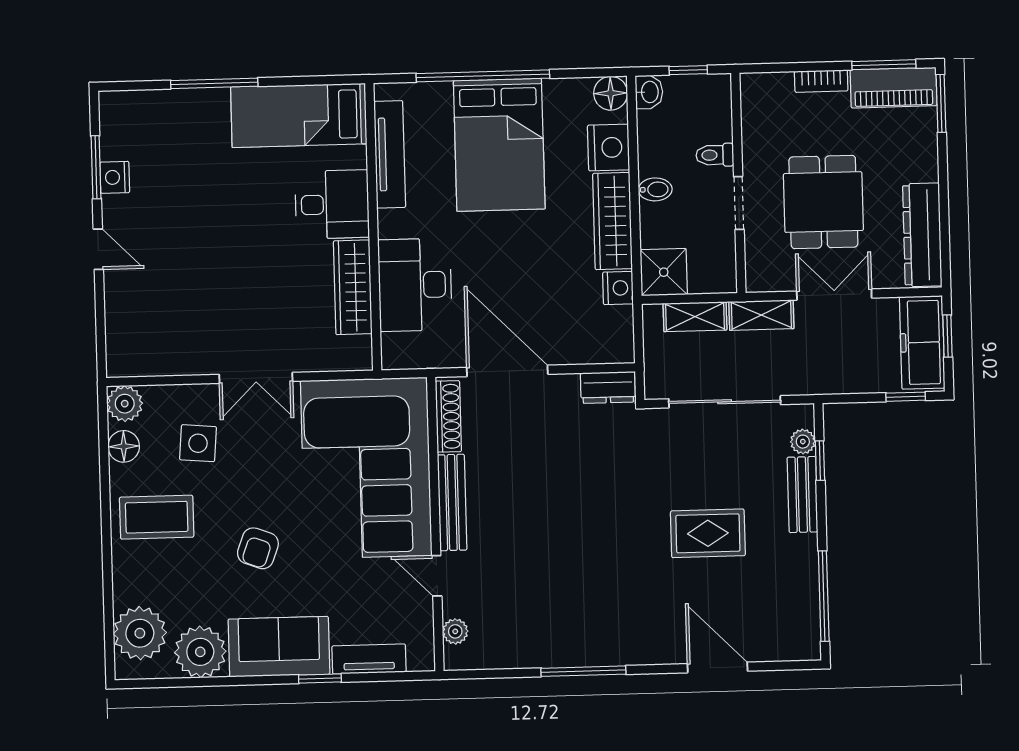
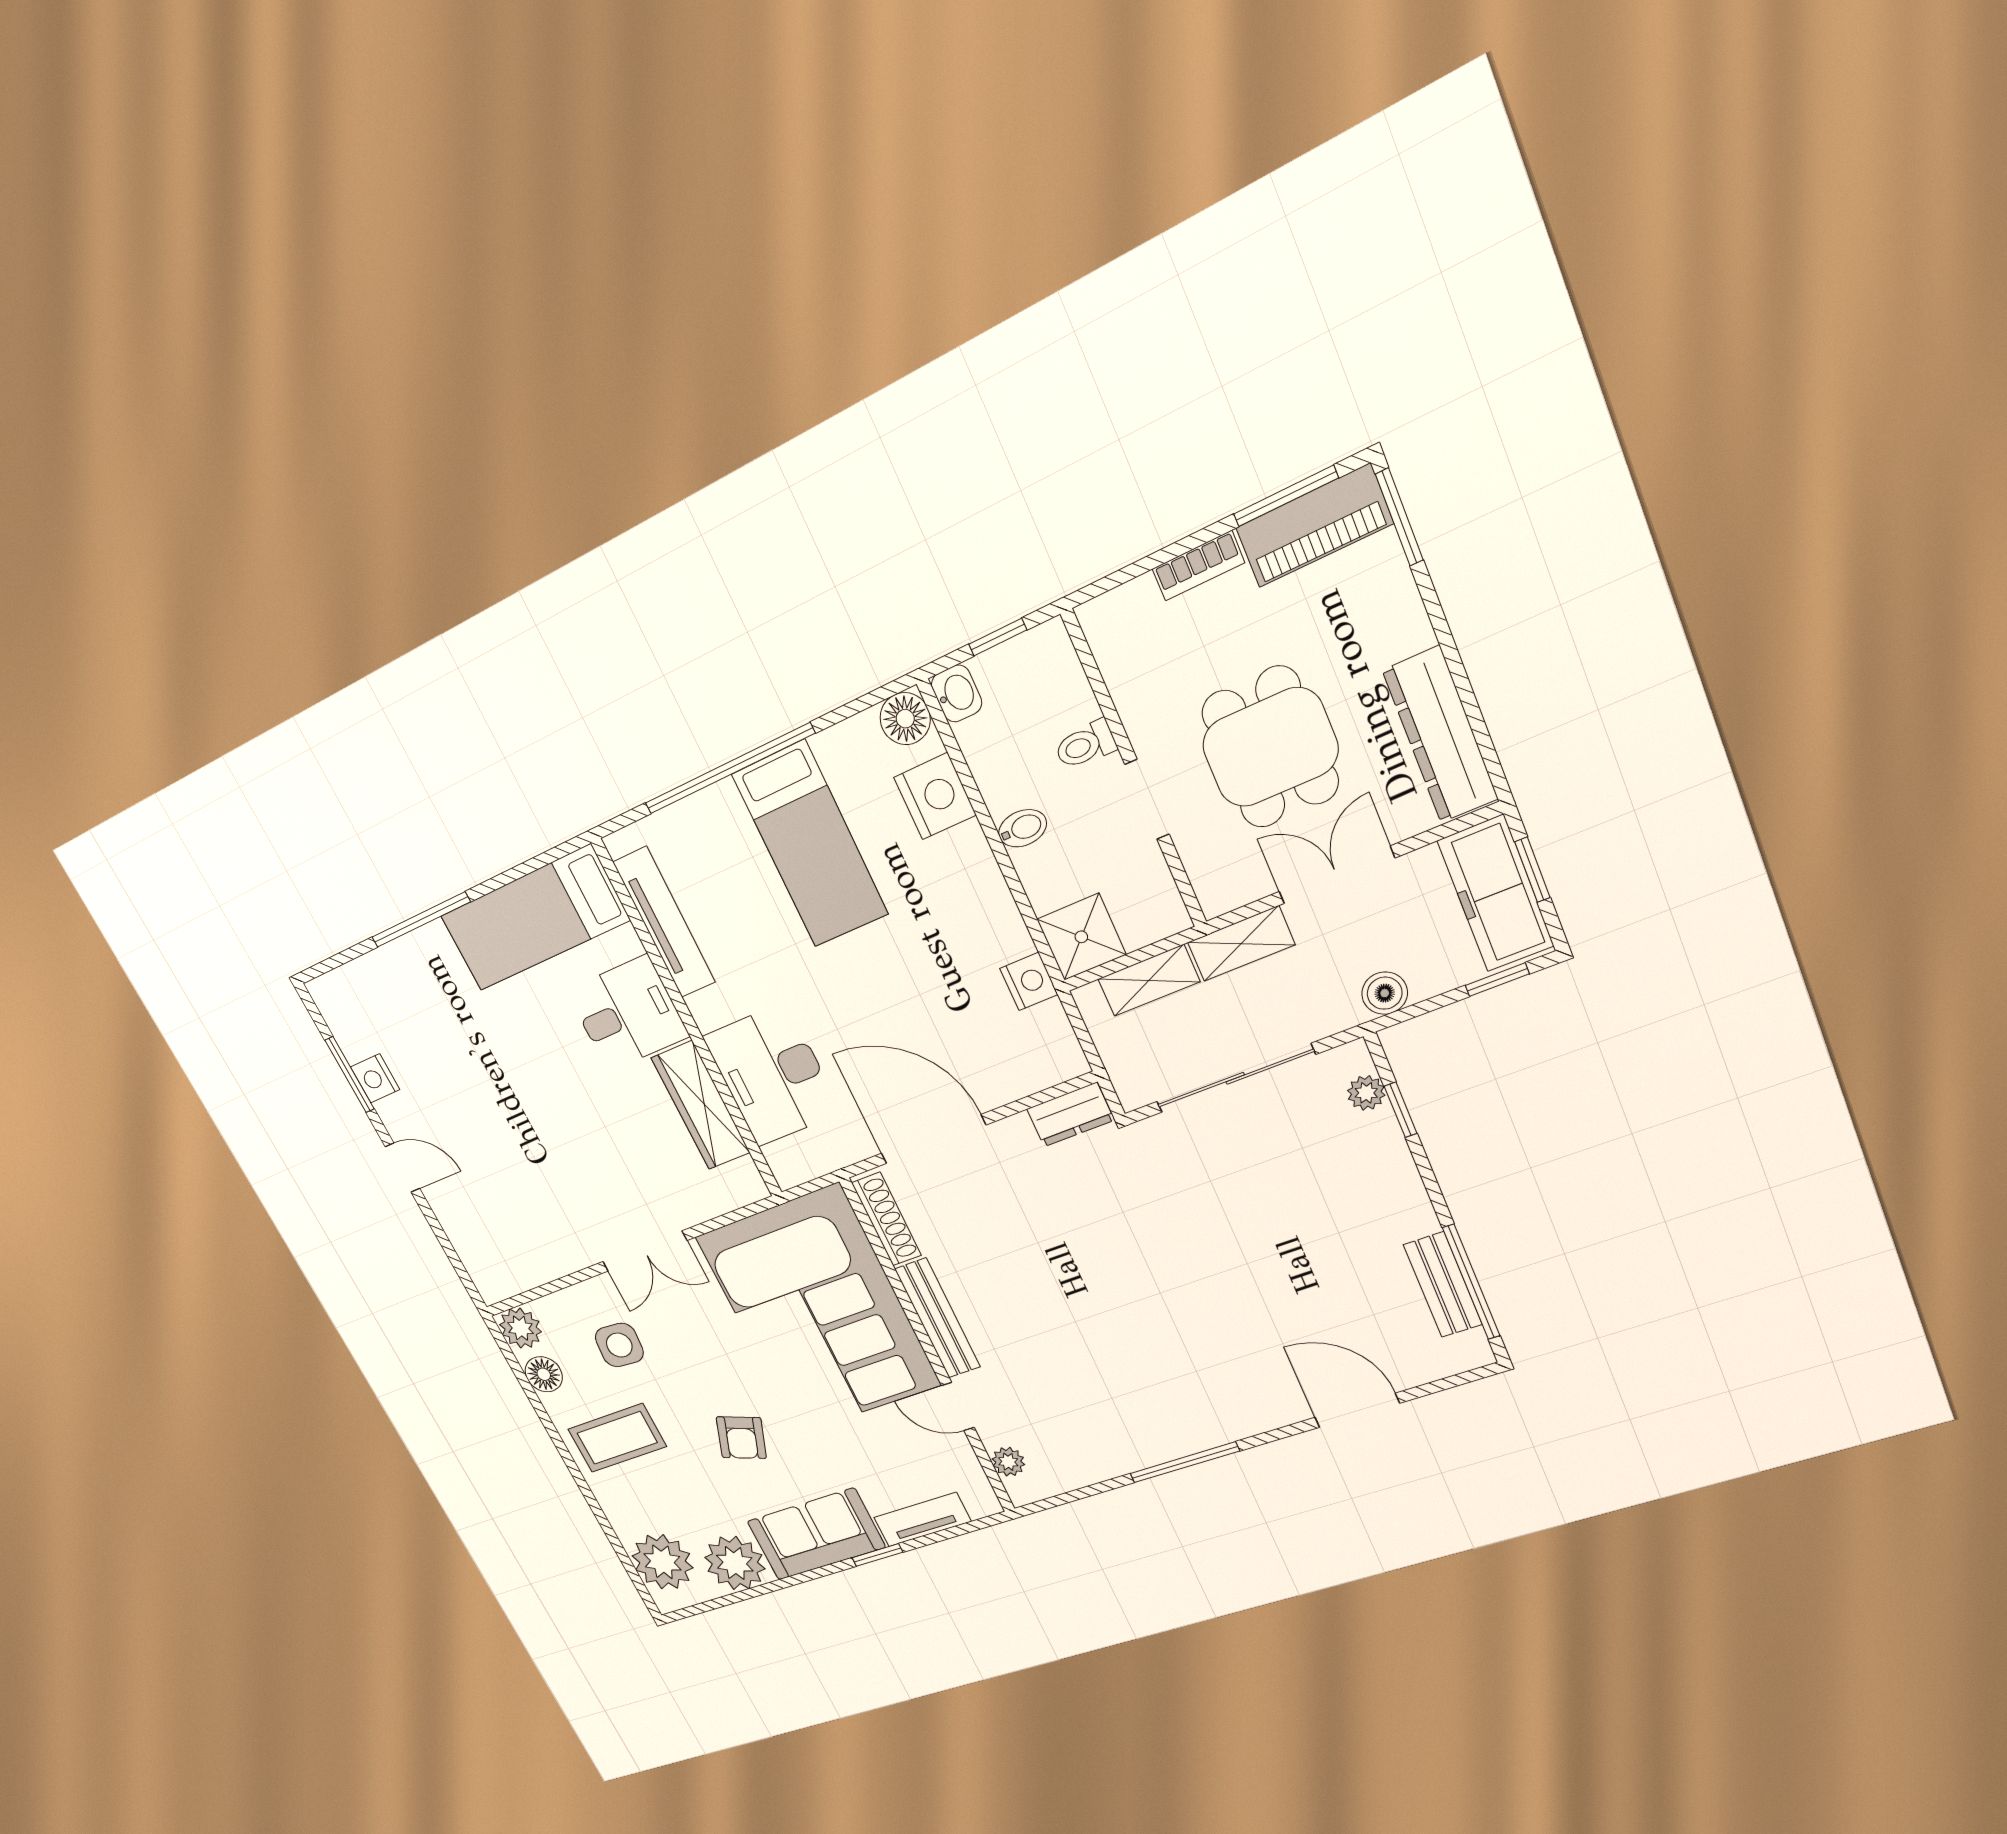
bed: (499, 145) -> (810, 845), width x0.67
wardrobe: (613, 221) -> (983, 895), removed
boiler: (837, 380) -> (1385, 993), added
bench: (802, 495) -> (1443, 1285), moved
rug: (708, 533) -> (1279, 1253), removed

